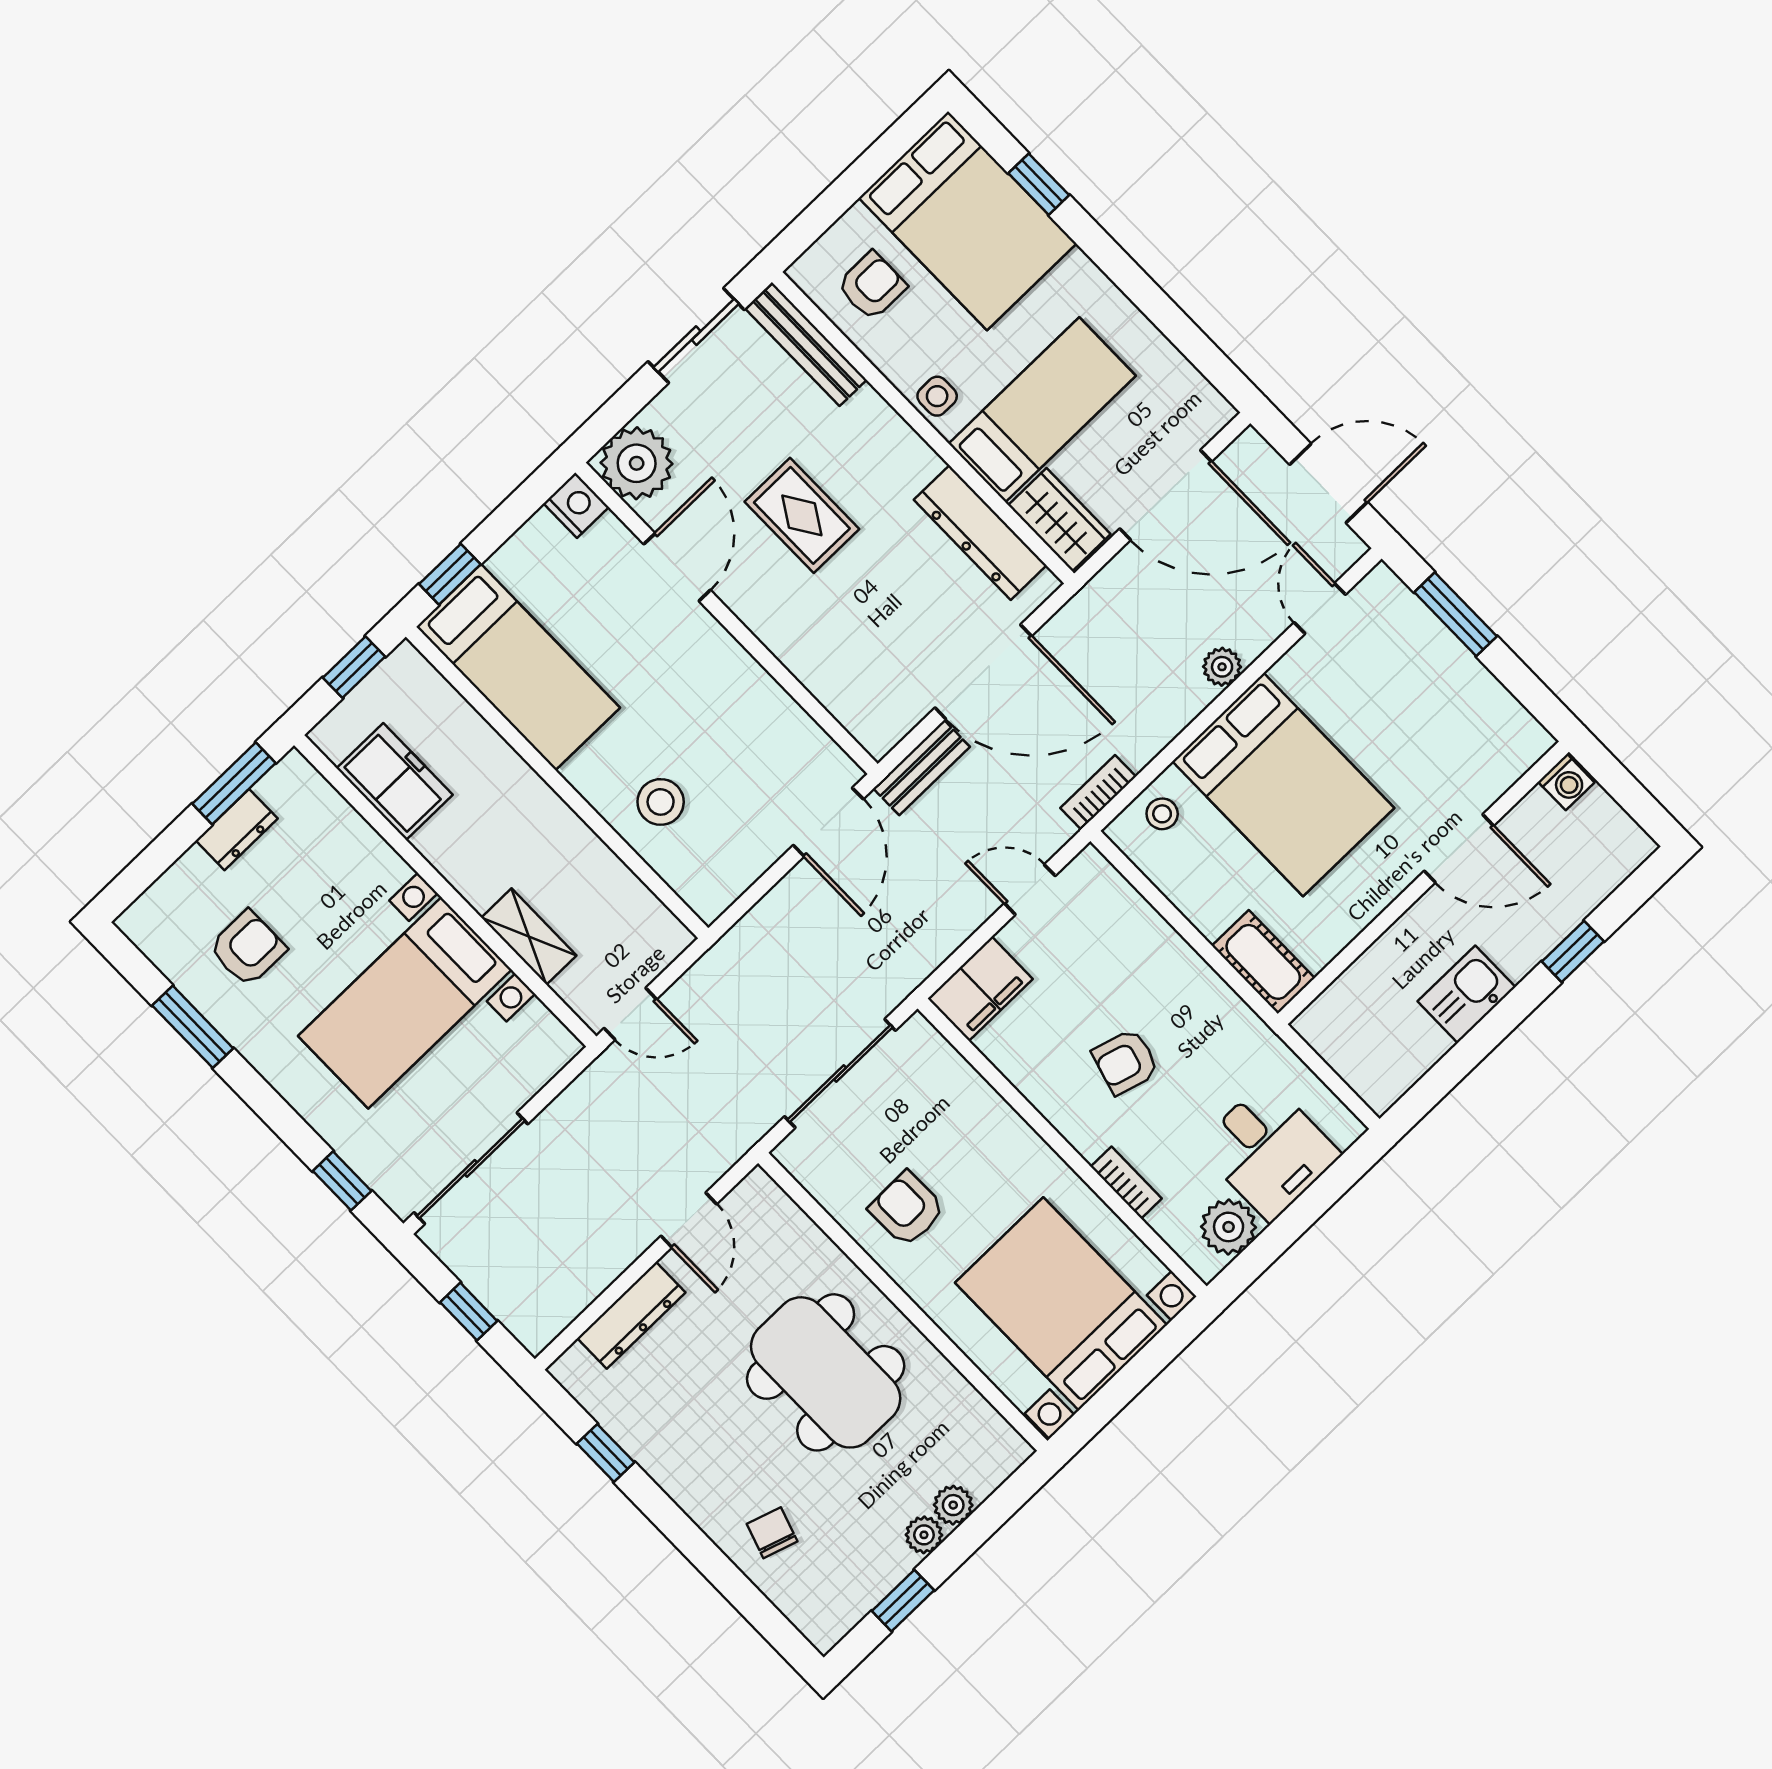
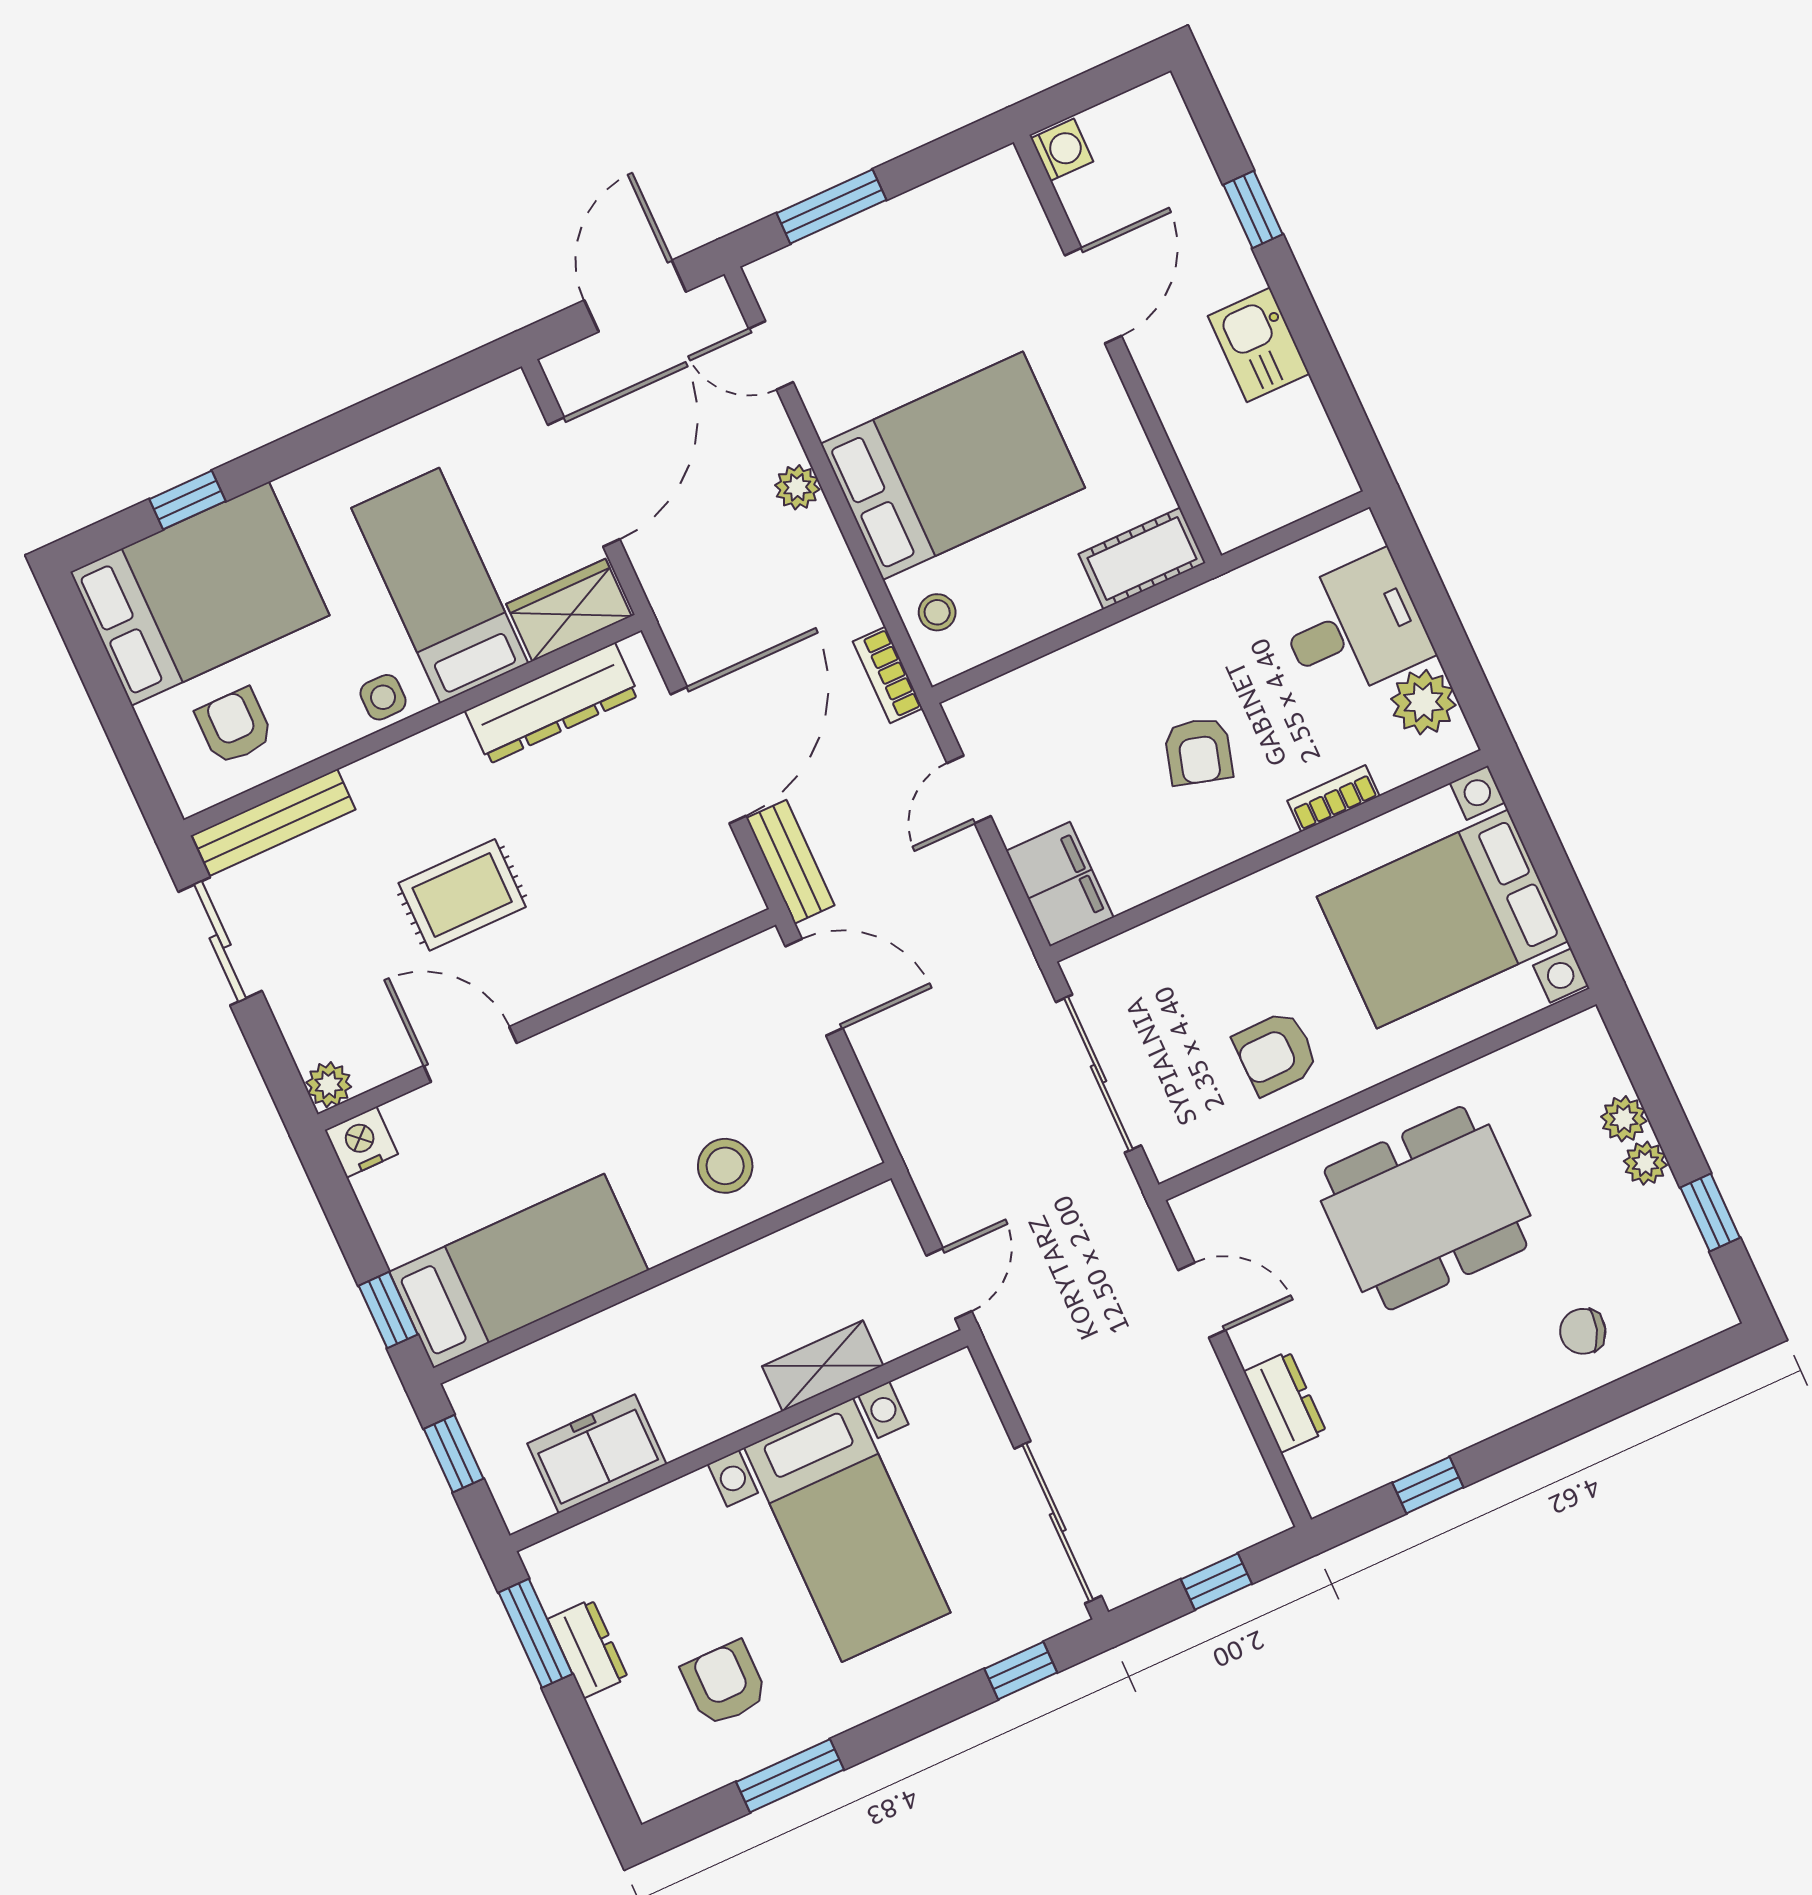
plant: (637, 463) -> (329, 1085), width x0.53, depth x0.53
dresser: (631, 1315) -> (1285, 1402), width x0.70

